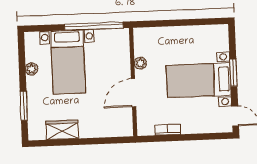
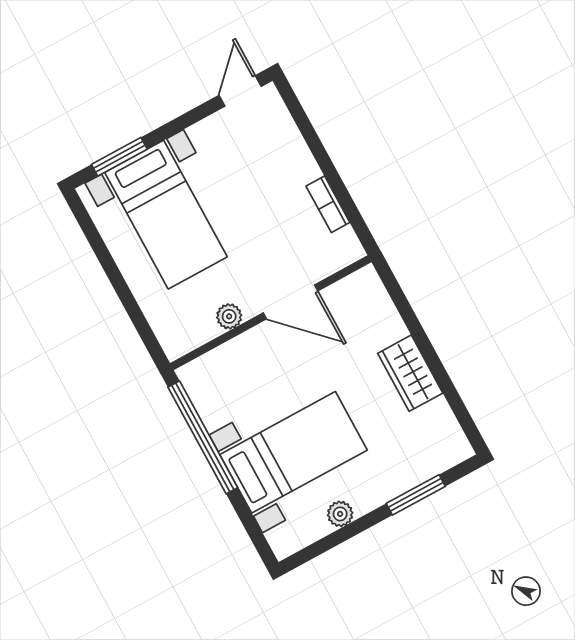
window: (233, 73) -> (119, 157), moved
bed with nightstands: (199, 80) -> (166, 215), moved
wardrobe: (62, 130) -> (410, 373), moved

